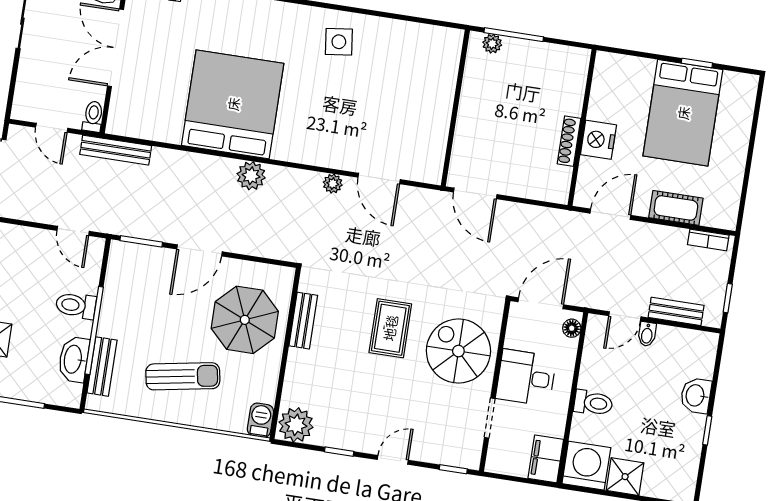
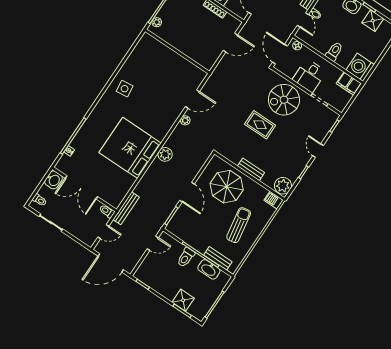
door: (475, 193) -> (230, 43), moved
bench: (303, 321) -> (251, 169), moved
shower: (625, 477) -> (373, 21), moved

